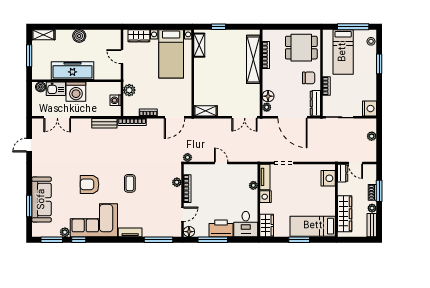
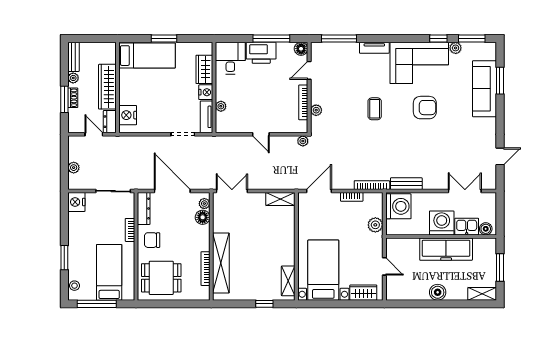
washing machine: (116, 100) -> (398, 206), width x1.89, depth x1.89
wardrobe: (345, 214) -> (107, 87), moved
wardrobe: (267, 226) -> (204, 69), moved

